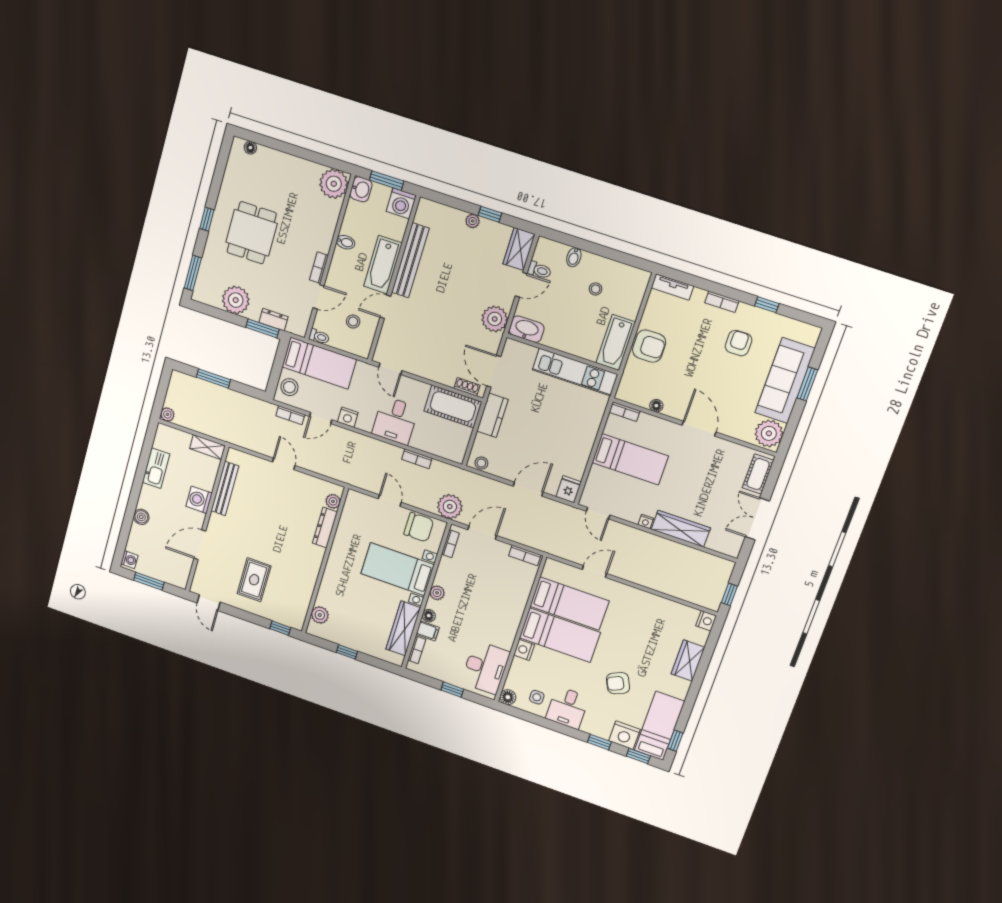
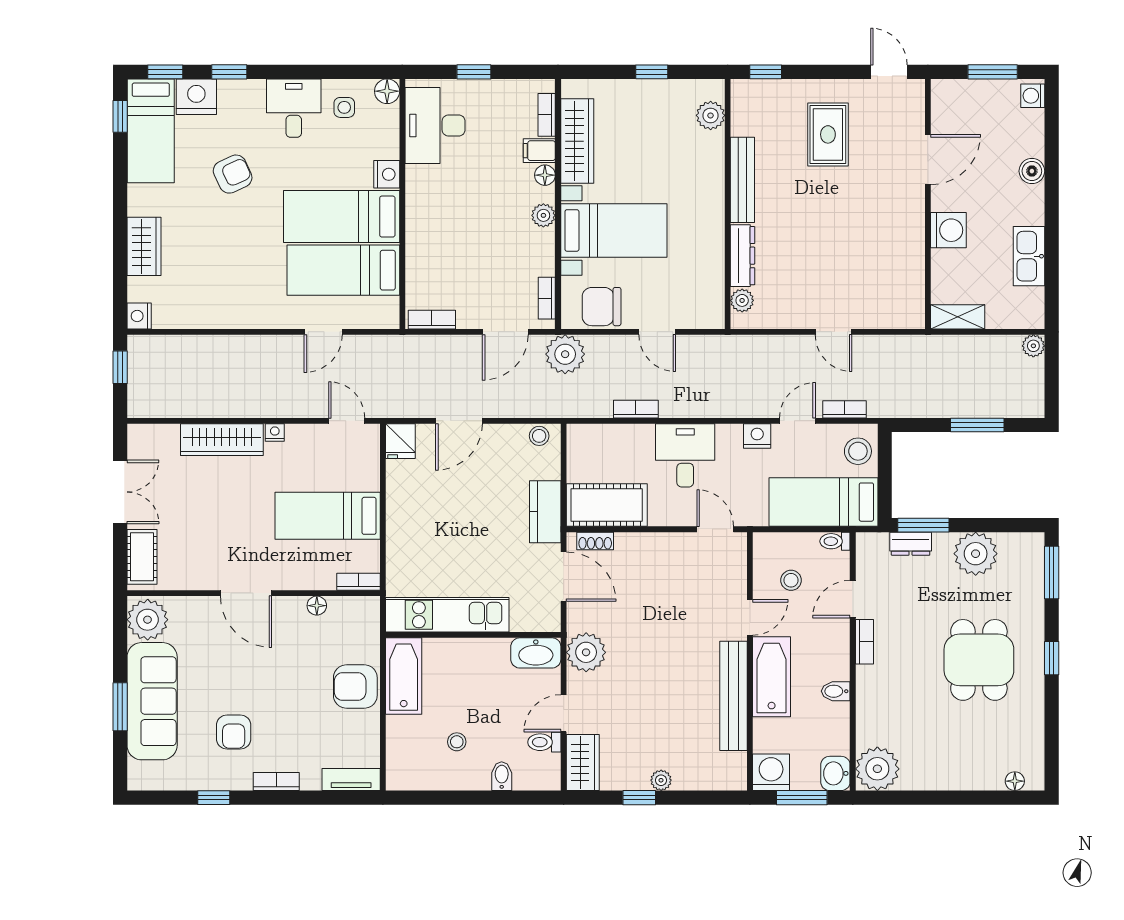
bench: (225, 488) -> (742, 180), moved

